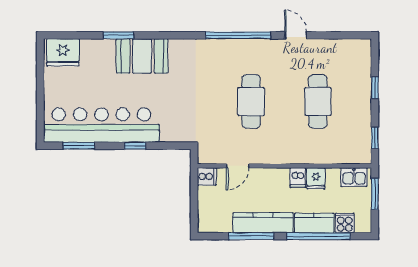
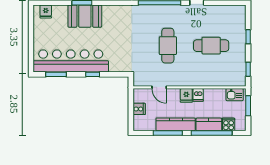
fridge: (63, 52) -> (46, 12), width x0.53, depth x0.75
booth: (142, 56) -> (85, 16), moved
cafe table: (318, 101) -> (211, 46), turned 90
door: (238, 166) -> (159, 87), hinge flipped
cooker: (207, 176) -> (139, 109), moved
fridge: (316, 178) -> (186, 95), moved

